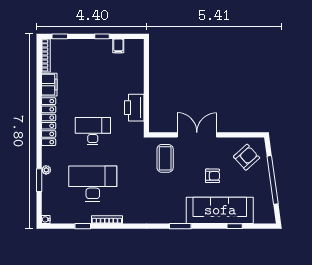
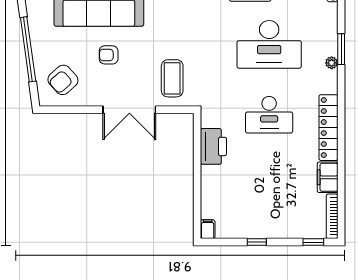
filing cabinet: (118, 46) -> (208, 229), moved

